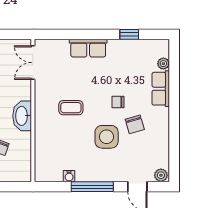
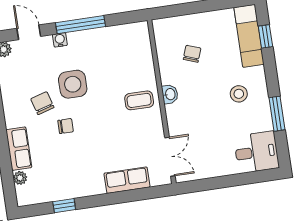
row of seats: (88, 48) -> (127, 180), moved
coffee table: (71, 108) -> (139, 100), moved
washbasin: (22, 116) -> (170, 94), width x0.52, depth x0.69
water cooler: (69, 176) -> (60, 40), moved

